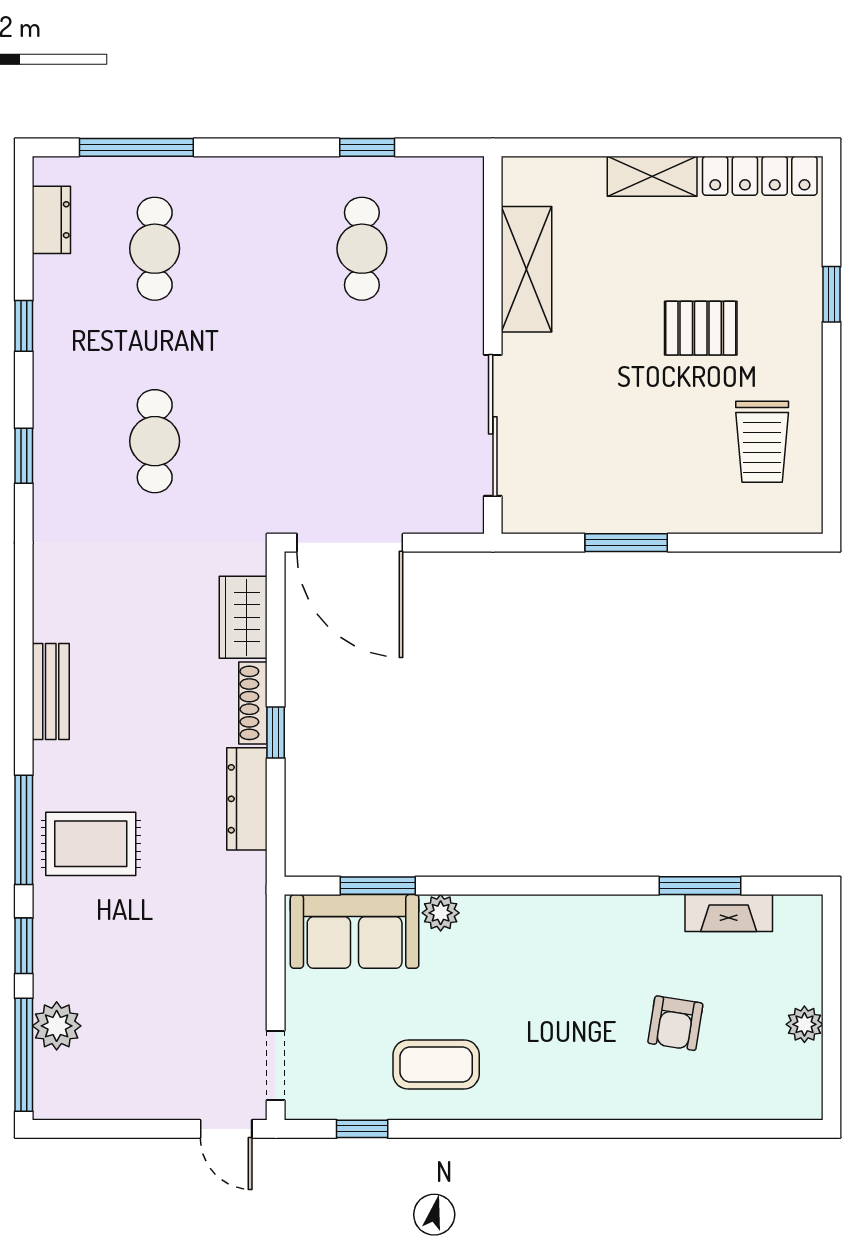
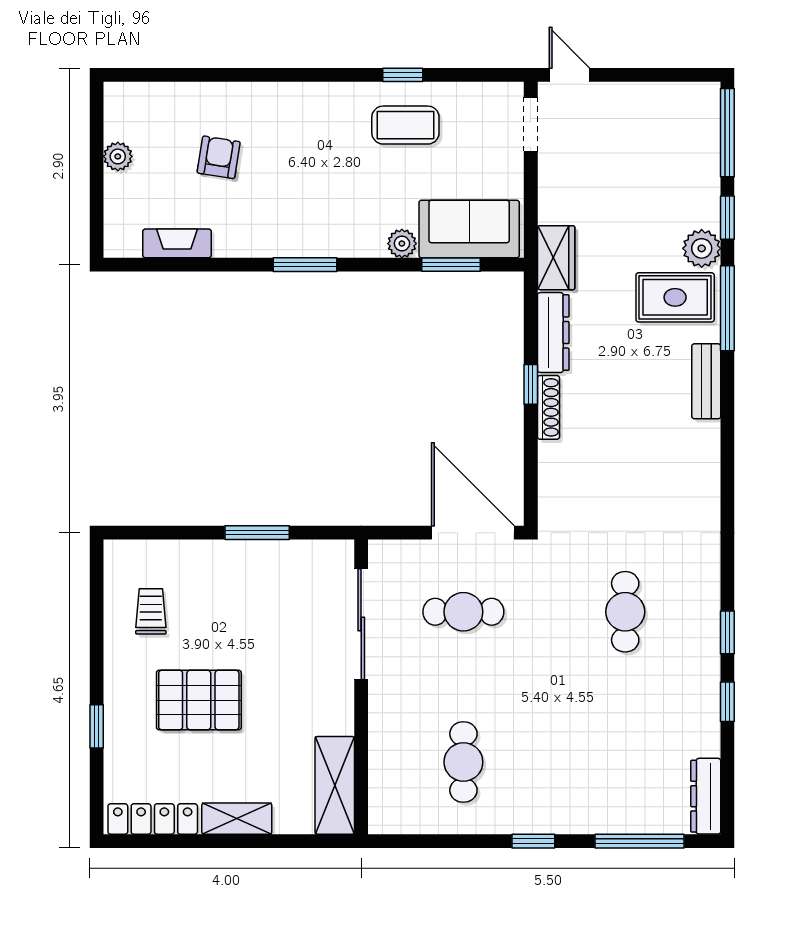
window: (367, 147) -> (533, 841), moved
dresser: (51, 220) -> (706, 796), width x1.44
cafe table: (155, 249) -> (463, 612), moved, turned 90
shelving: (527, 269) -> (335, 785), moved
pallet: (701, 328) -> (199, 700), width x1.50, depth x1.42
trolley: (762, 442) -> (151, 611), width x0.73, depth x0.72
window: (24, 456) -> (727, 632), moved
wardrobe: (243, 617) -> (556, 258), moved
bench: (51, 691) -> (706, 381), moved
window: (700, 886) -> (305, 265), moved
plant: (57, 1026) -> (702, 248), moved
window: (362, 1129) -> (403, 75), moved

